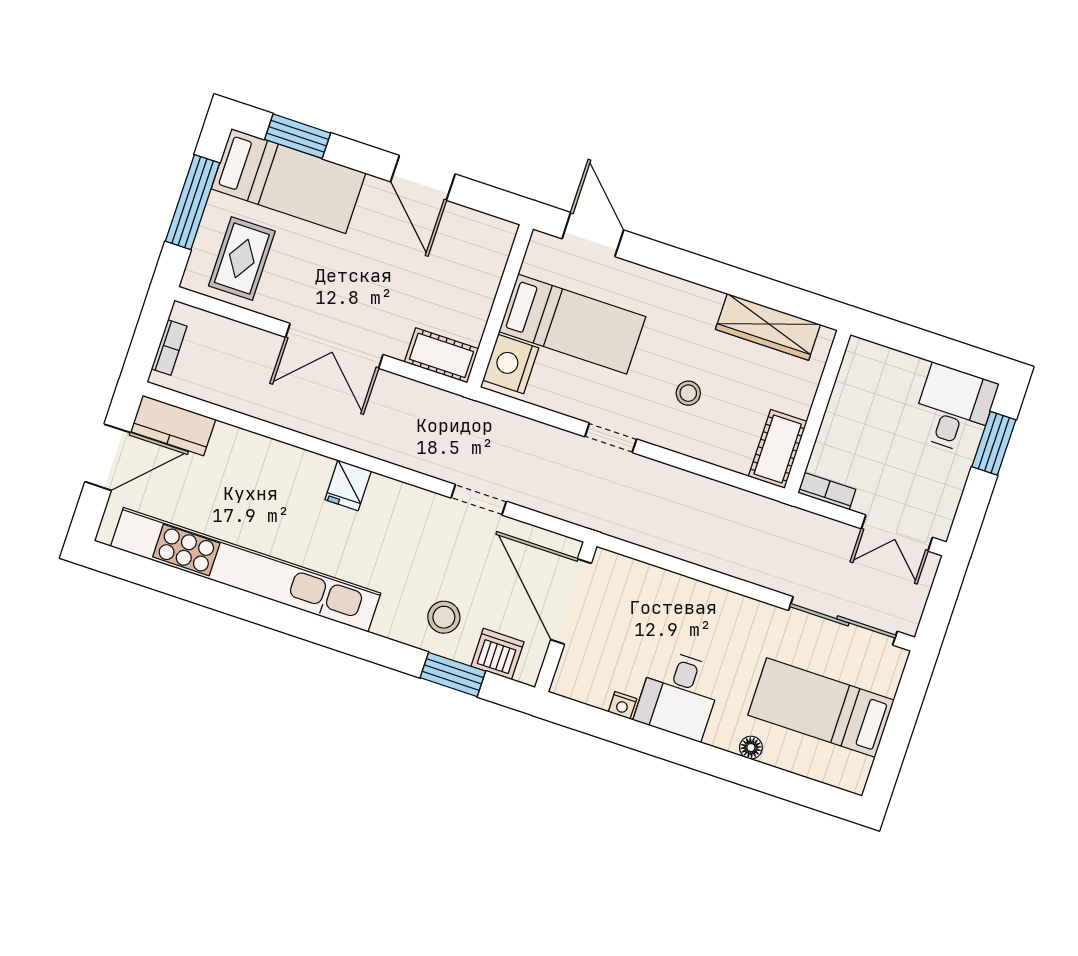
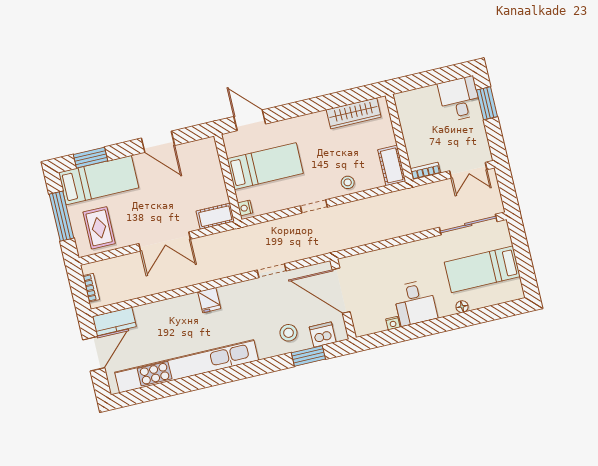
nightstand: (511, 364) -> (245, 208), width x0.53, depth x0.56
stool: (688, 393) -> (348, 182), moved

